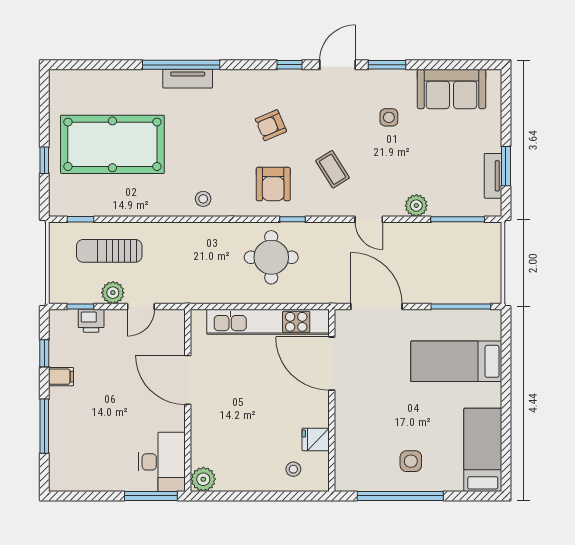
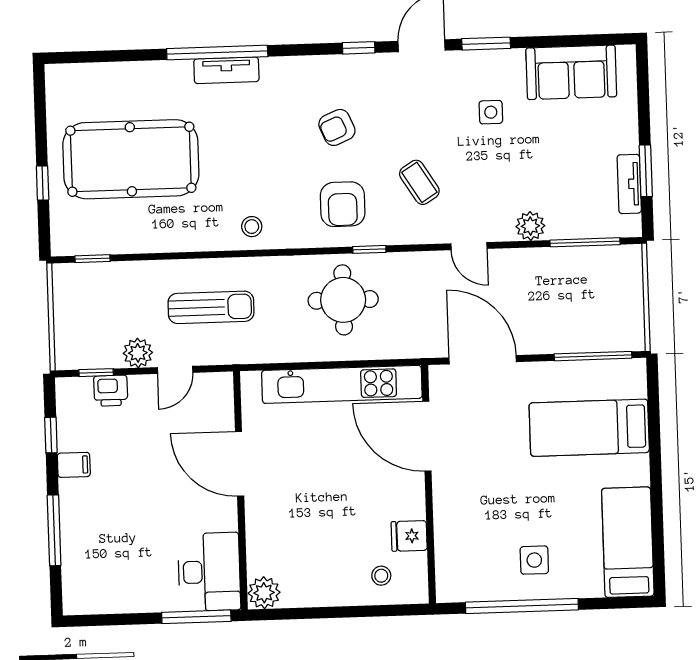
sun lounger: (109, 251) -> (211, 307), moved, turned 180

